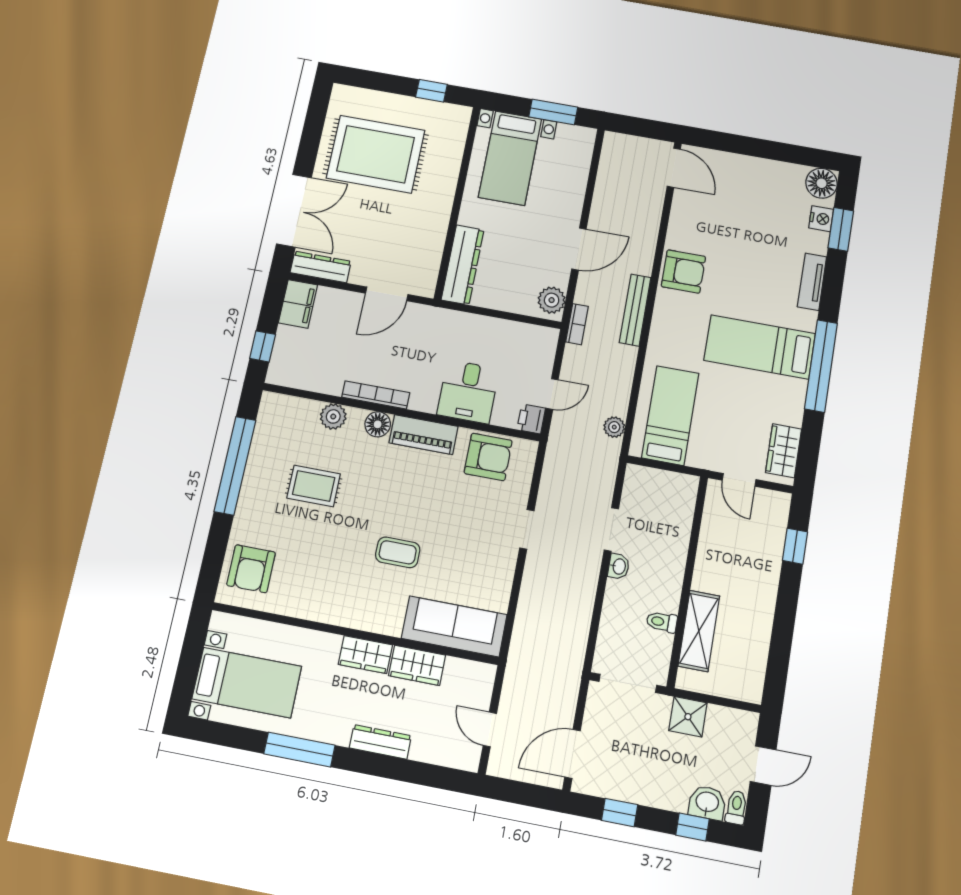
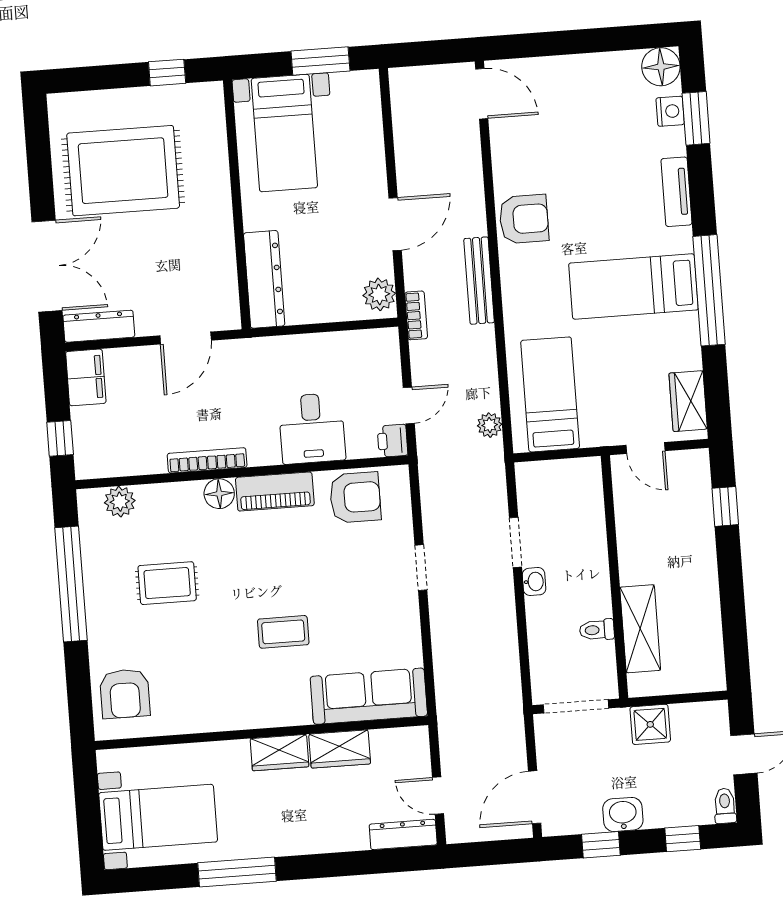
plant: (333, 416) -> (120, 502), moved
dresser: (380, 742) -> (403, 834), moved
washbasin: (707, 803) -> (623, 814), moved

